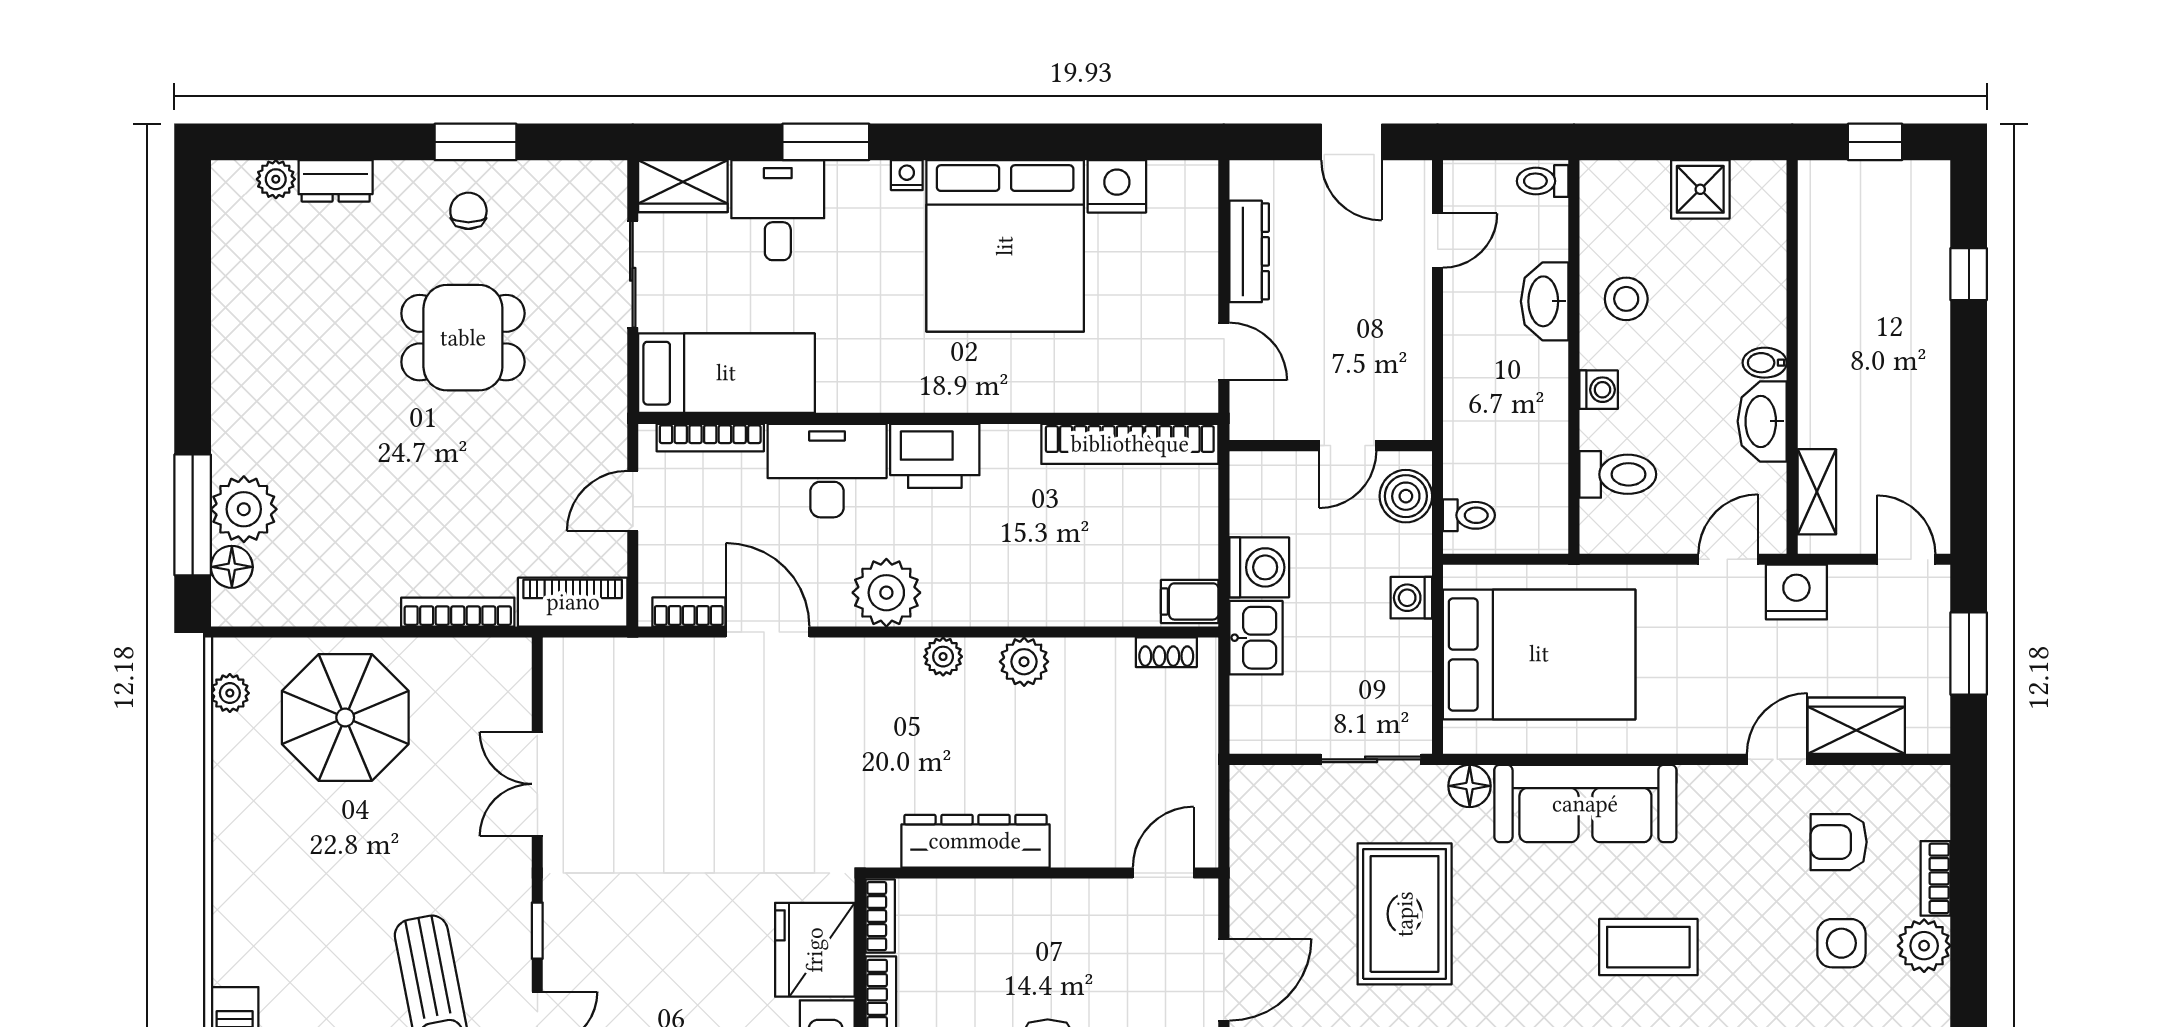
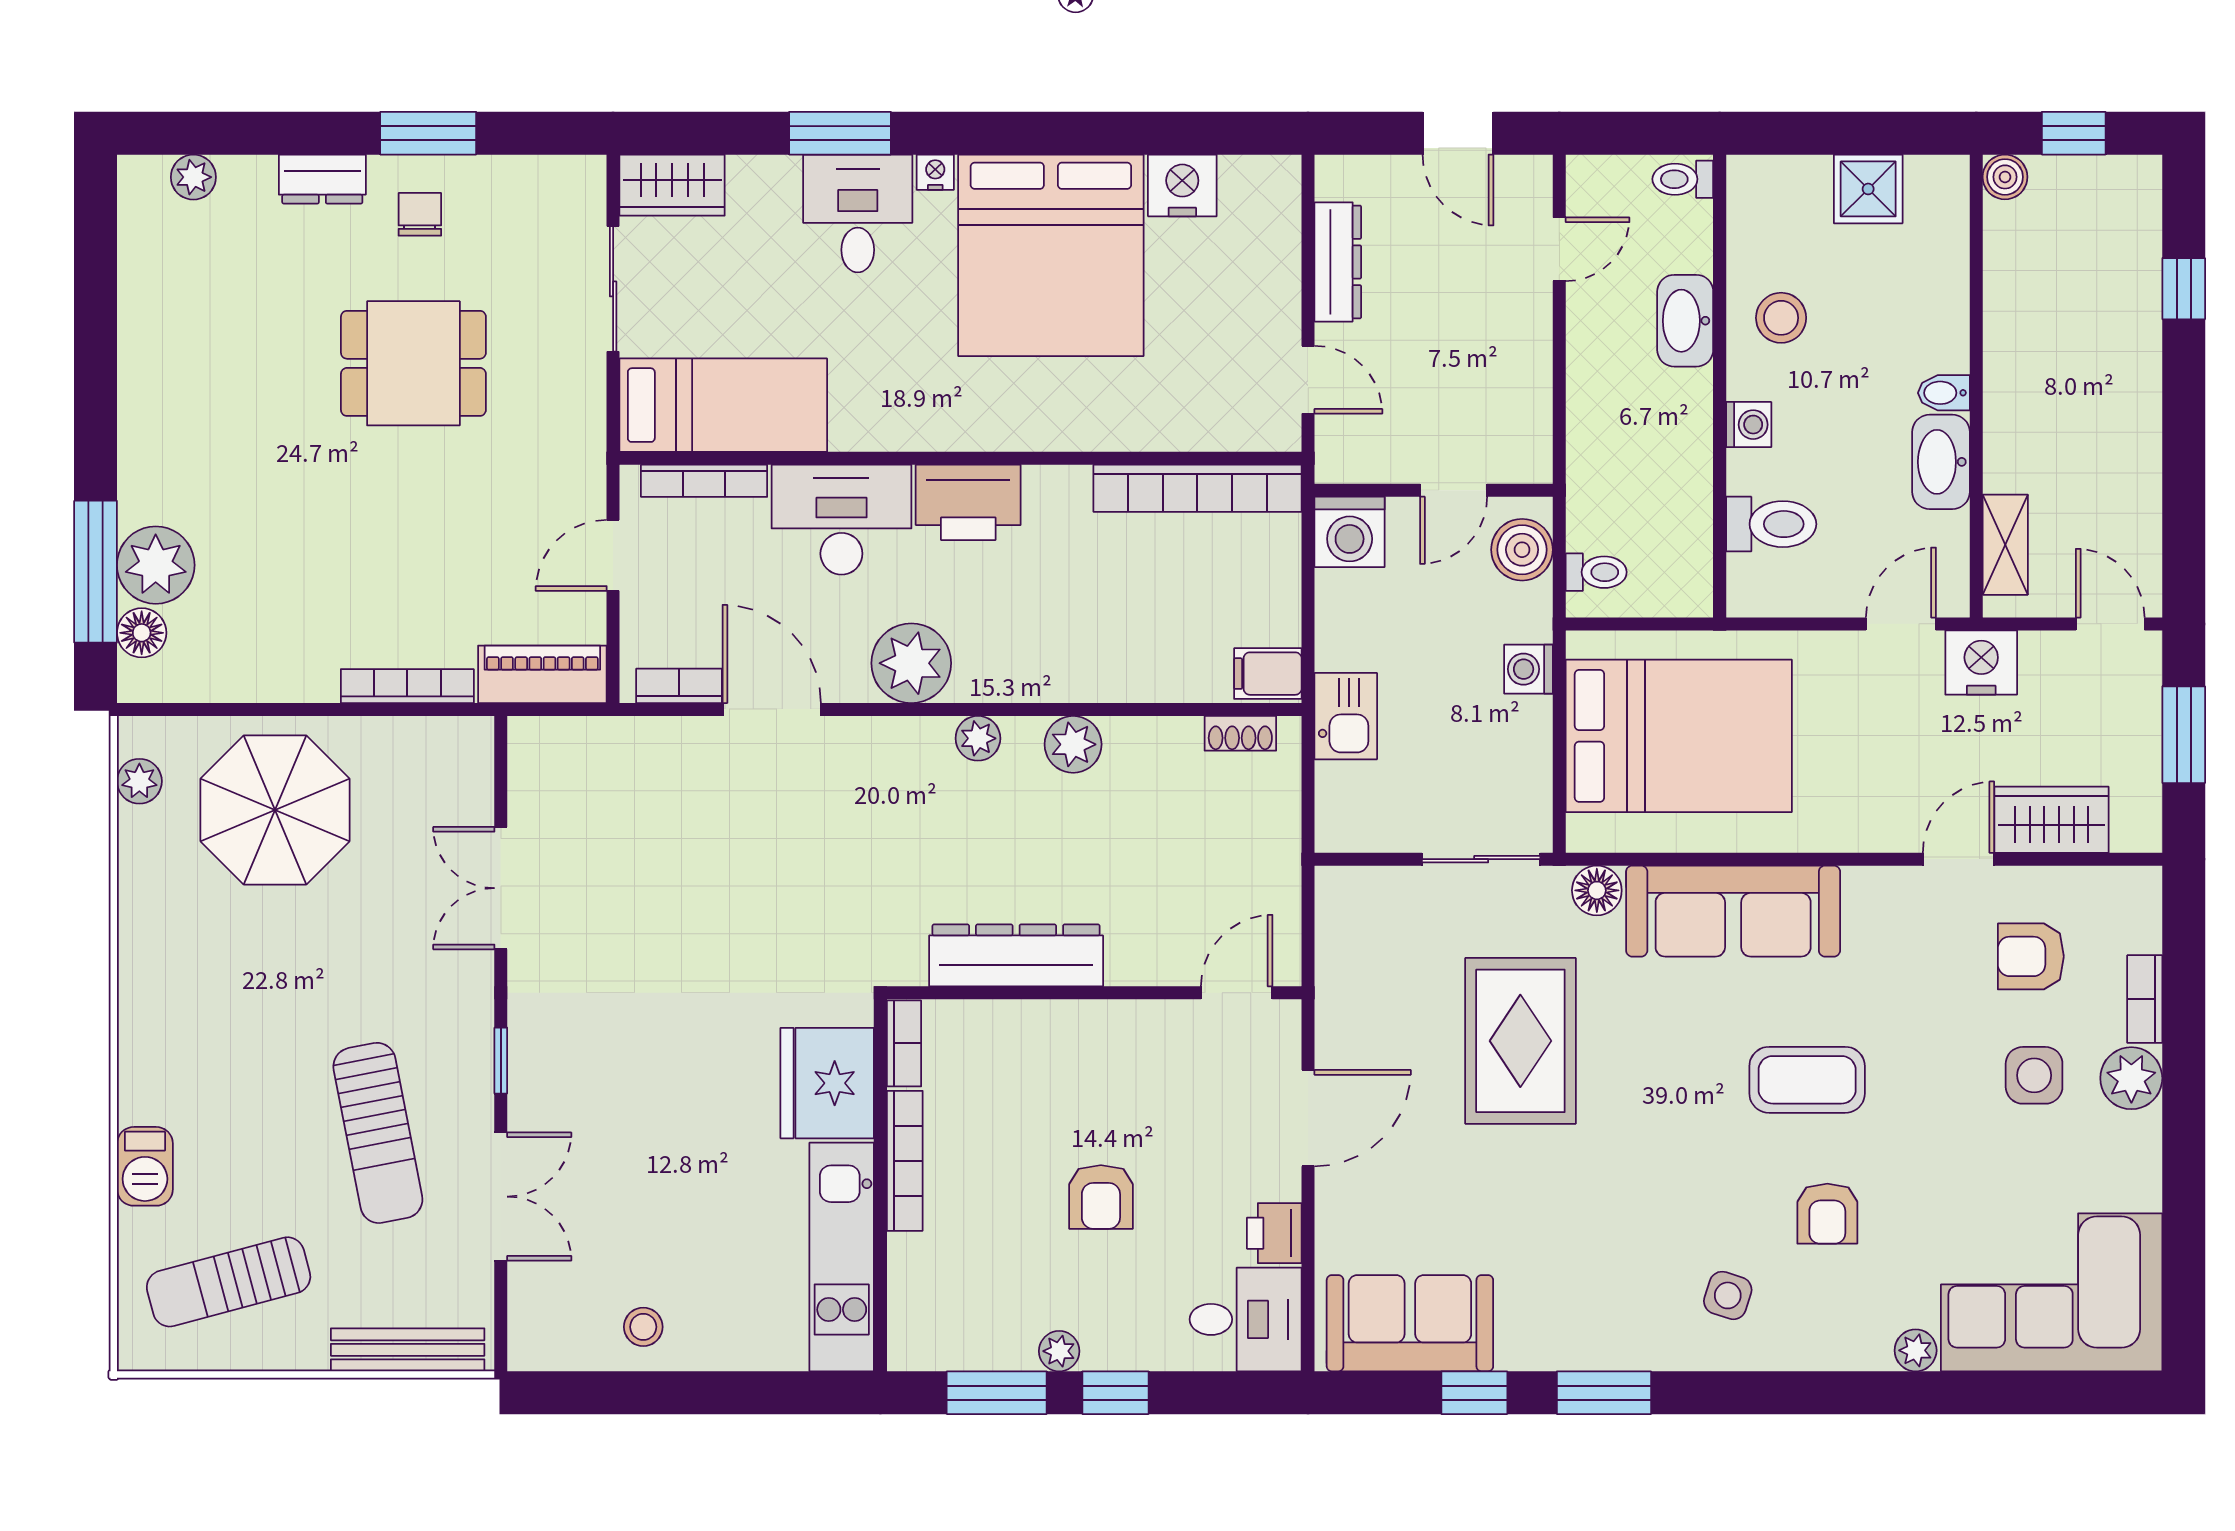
boiler: (1817, 179) -> (2005, 177), added
dresser: (336, 181) -> (322, 179), moved
desk: (778, 210) -> (858, 213), moved
washing machine: (1259, 567) -> (1350, 532), moved, turned 90

